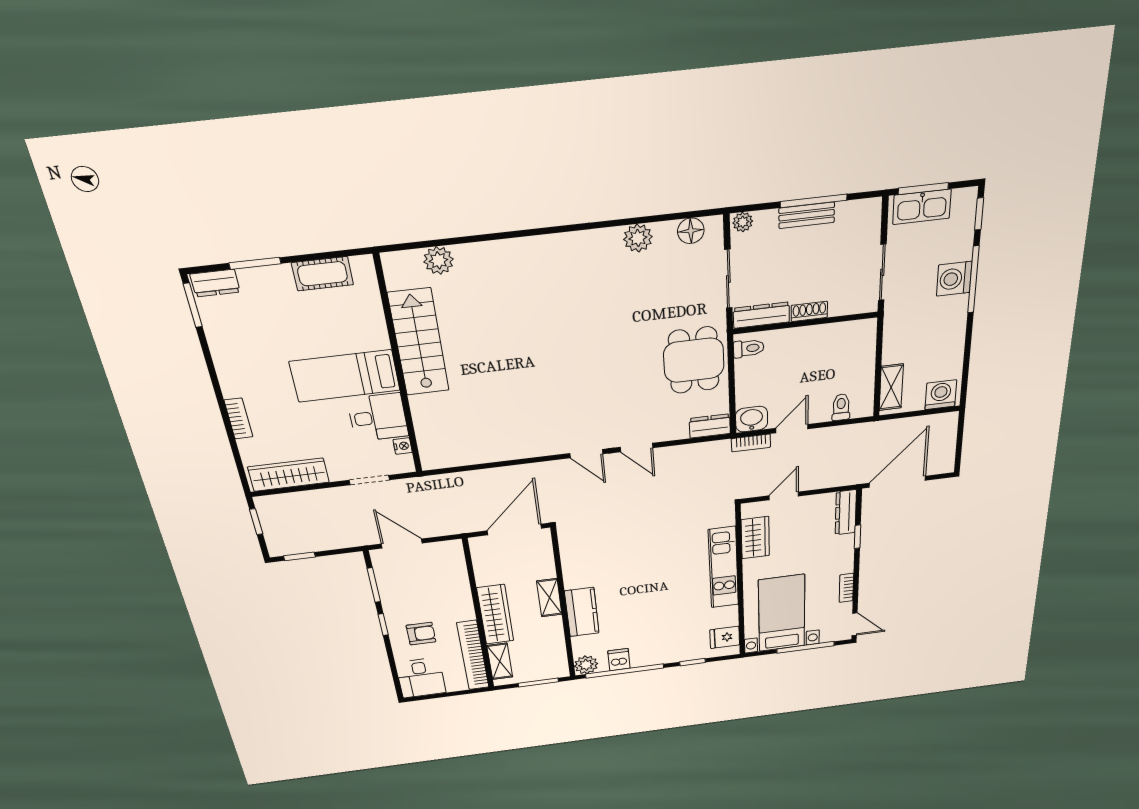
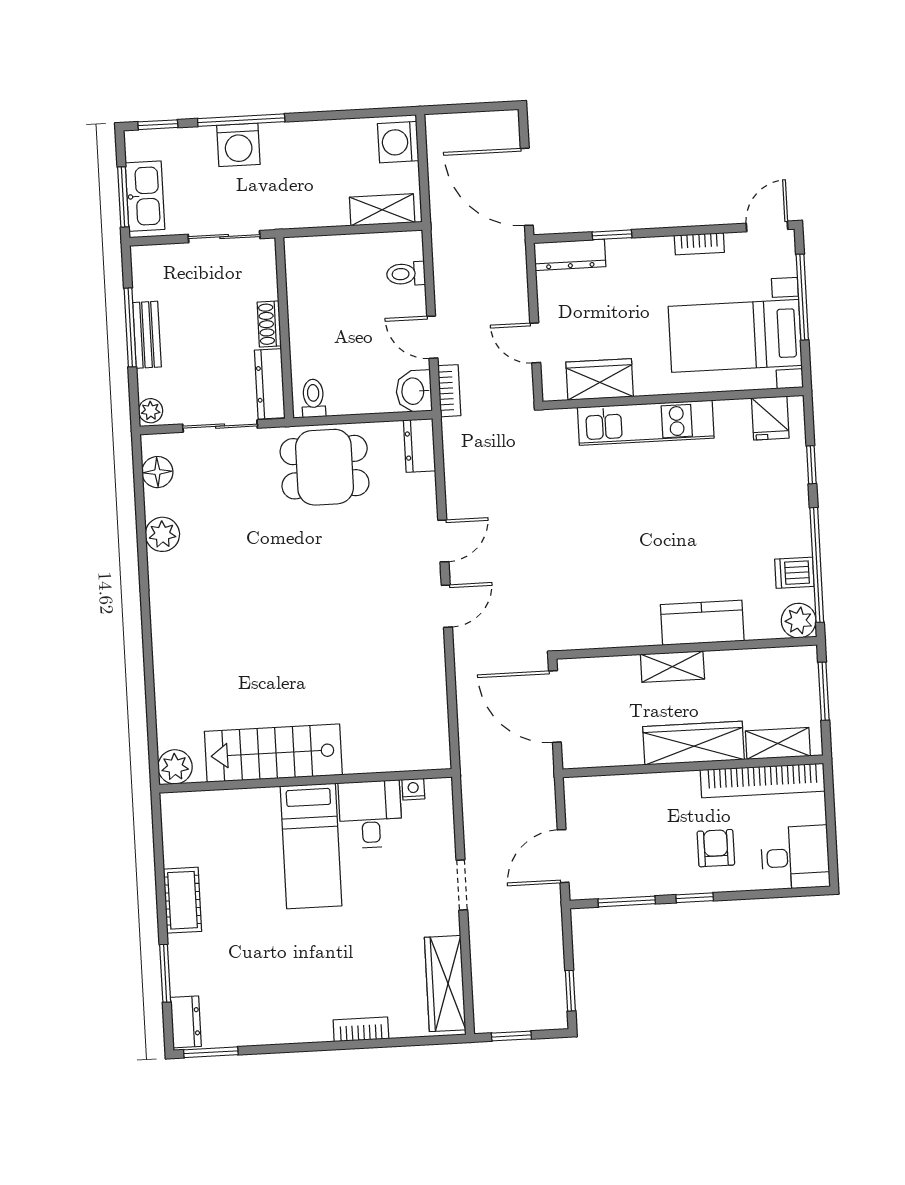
stairs: (419, 342) -> (273, 753), moved
wall: (399, 368) -> (305, 781), moved
bed: (345, 376) -> (311, 846), moved
desk: (378, 417) -> (370, 814), moved
nightstand: (403, 446) -> (413, 789), moved

